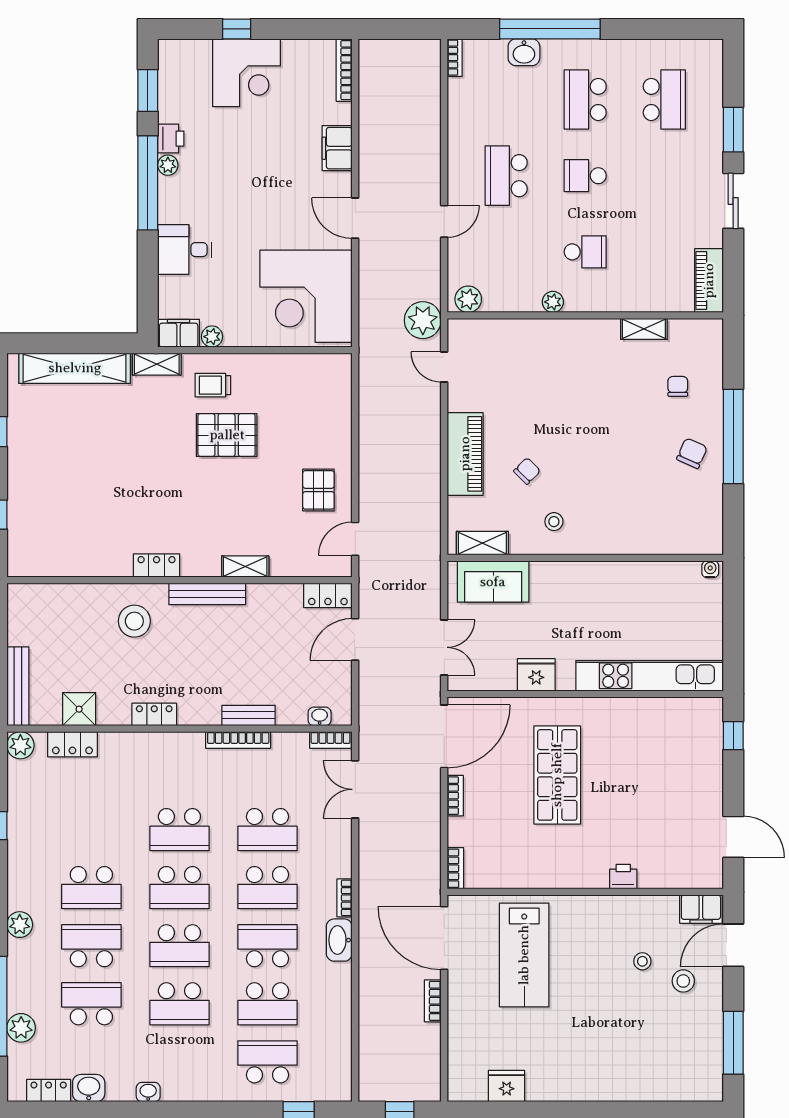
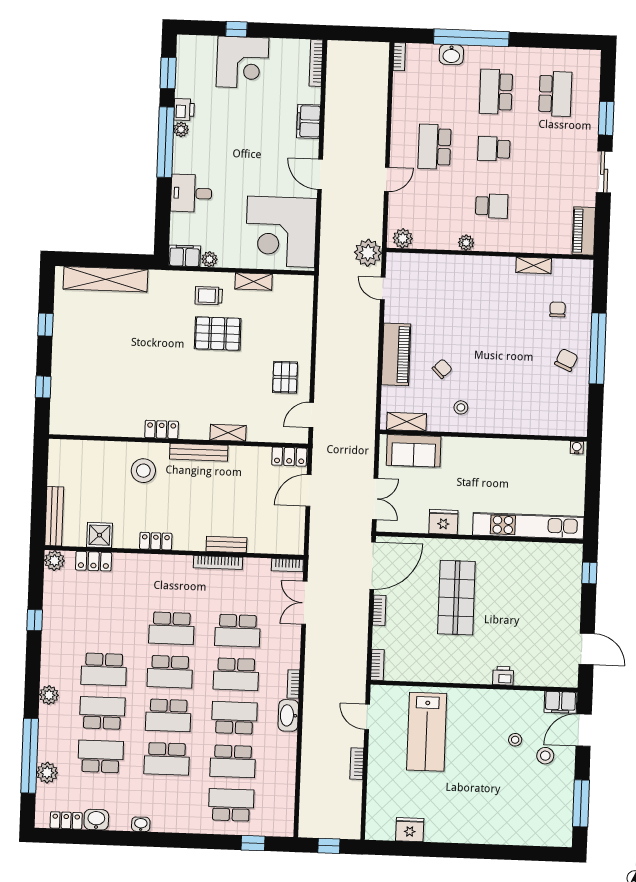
shelving: (157, 364) -> (254, 282), moved
washbasin: (320, 716) -> (280, 547), removed
door: (444, 938) -> (367, 717), width x0.53

